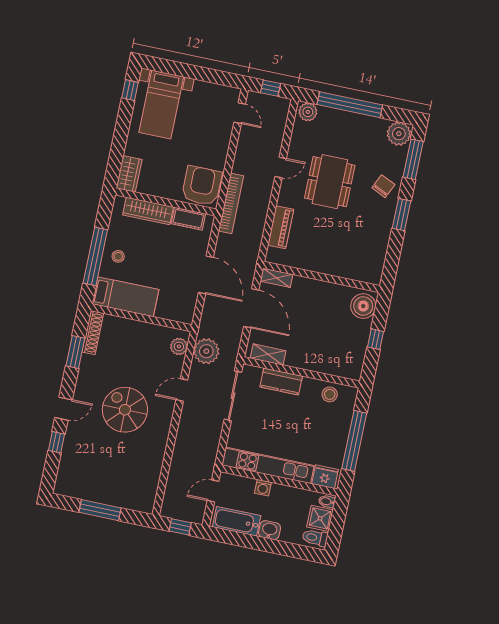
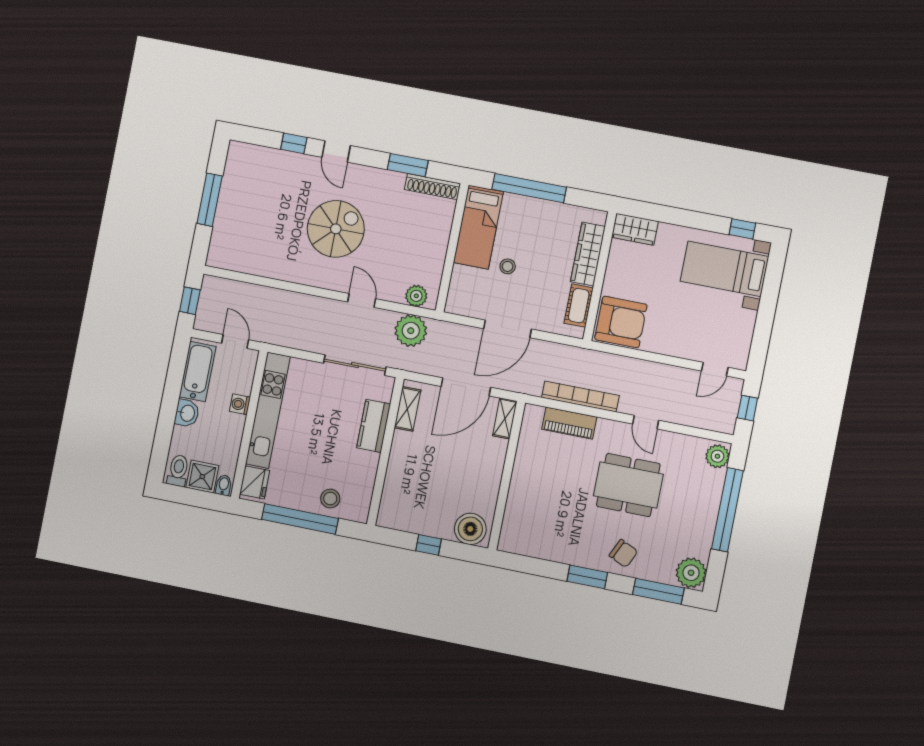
bookcase: (231, 203) -> (580, 396), moved, turned 180
stool: (118, 256) -> (508, 266), moved
stool: (330, 394) -> (330, 499), moved

